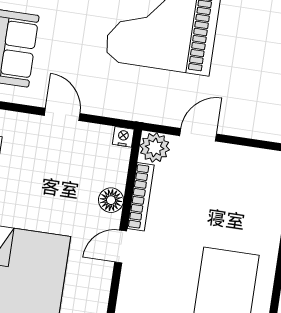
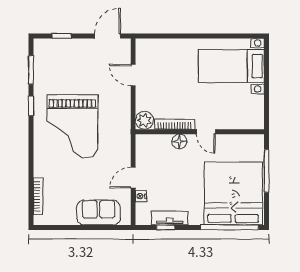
door: (198, 135) -> (133, 75), moved
nightstand: (123, 137) -> (141, 196), moved

